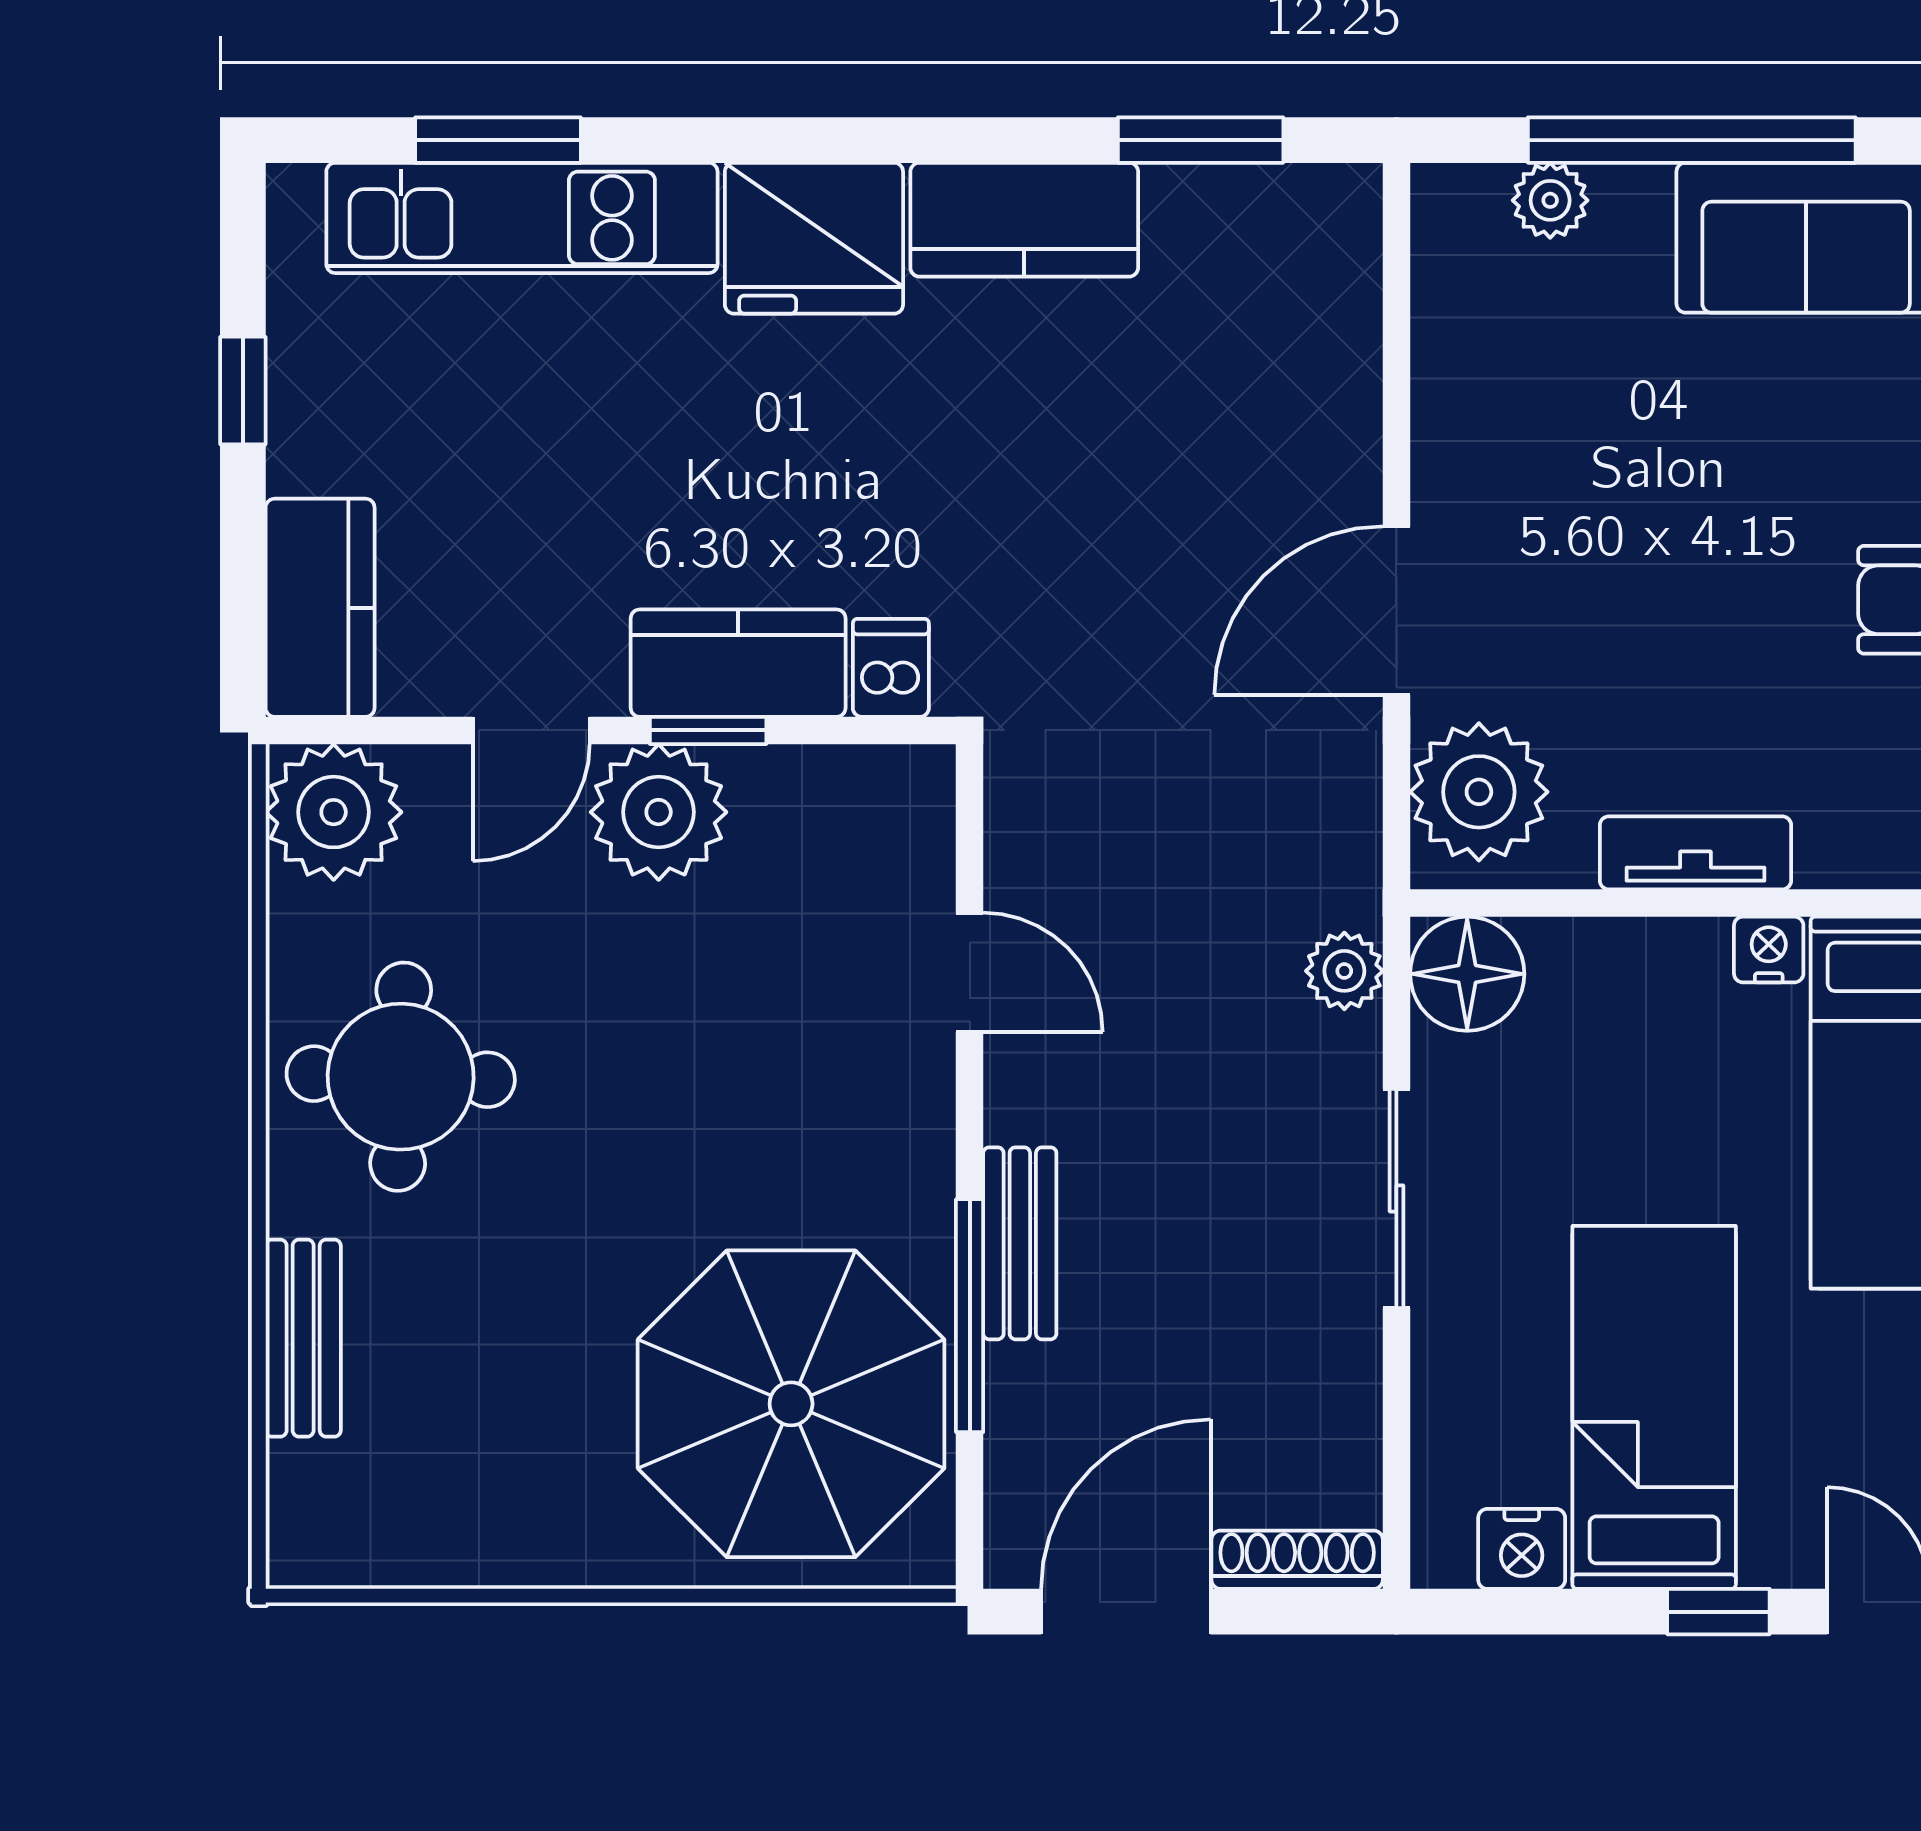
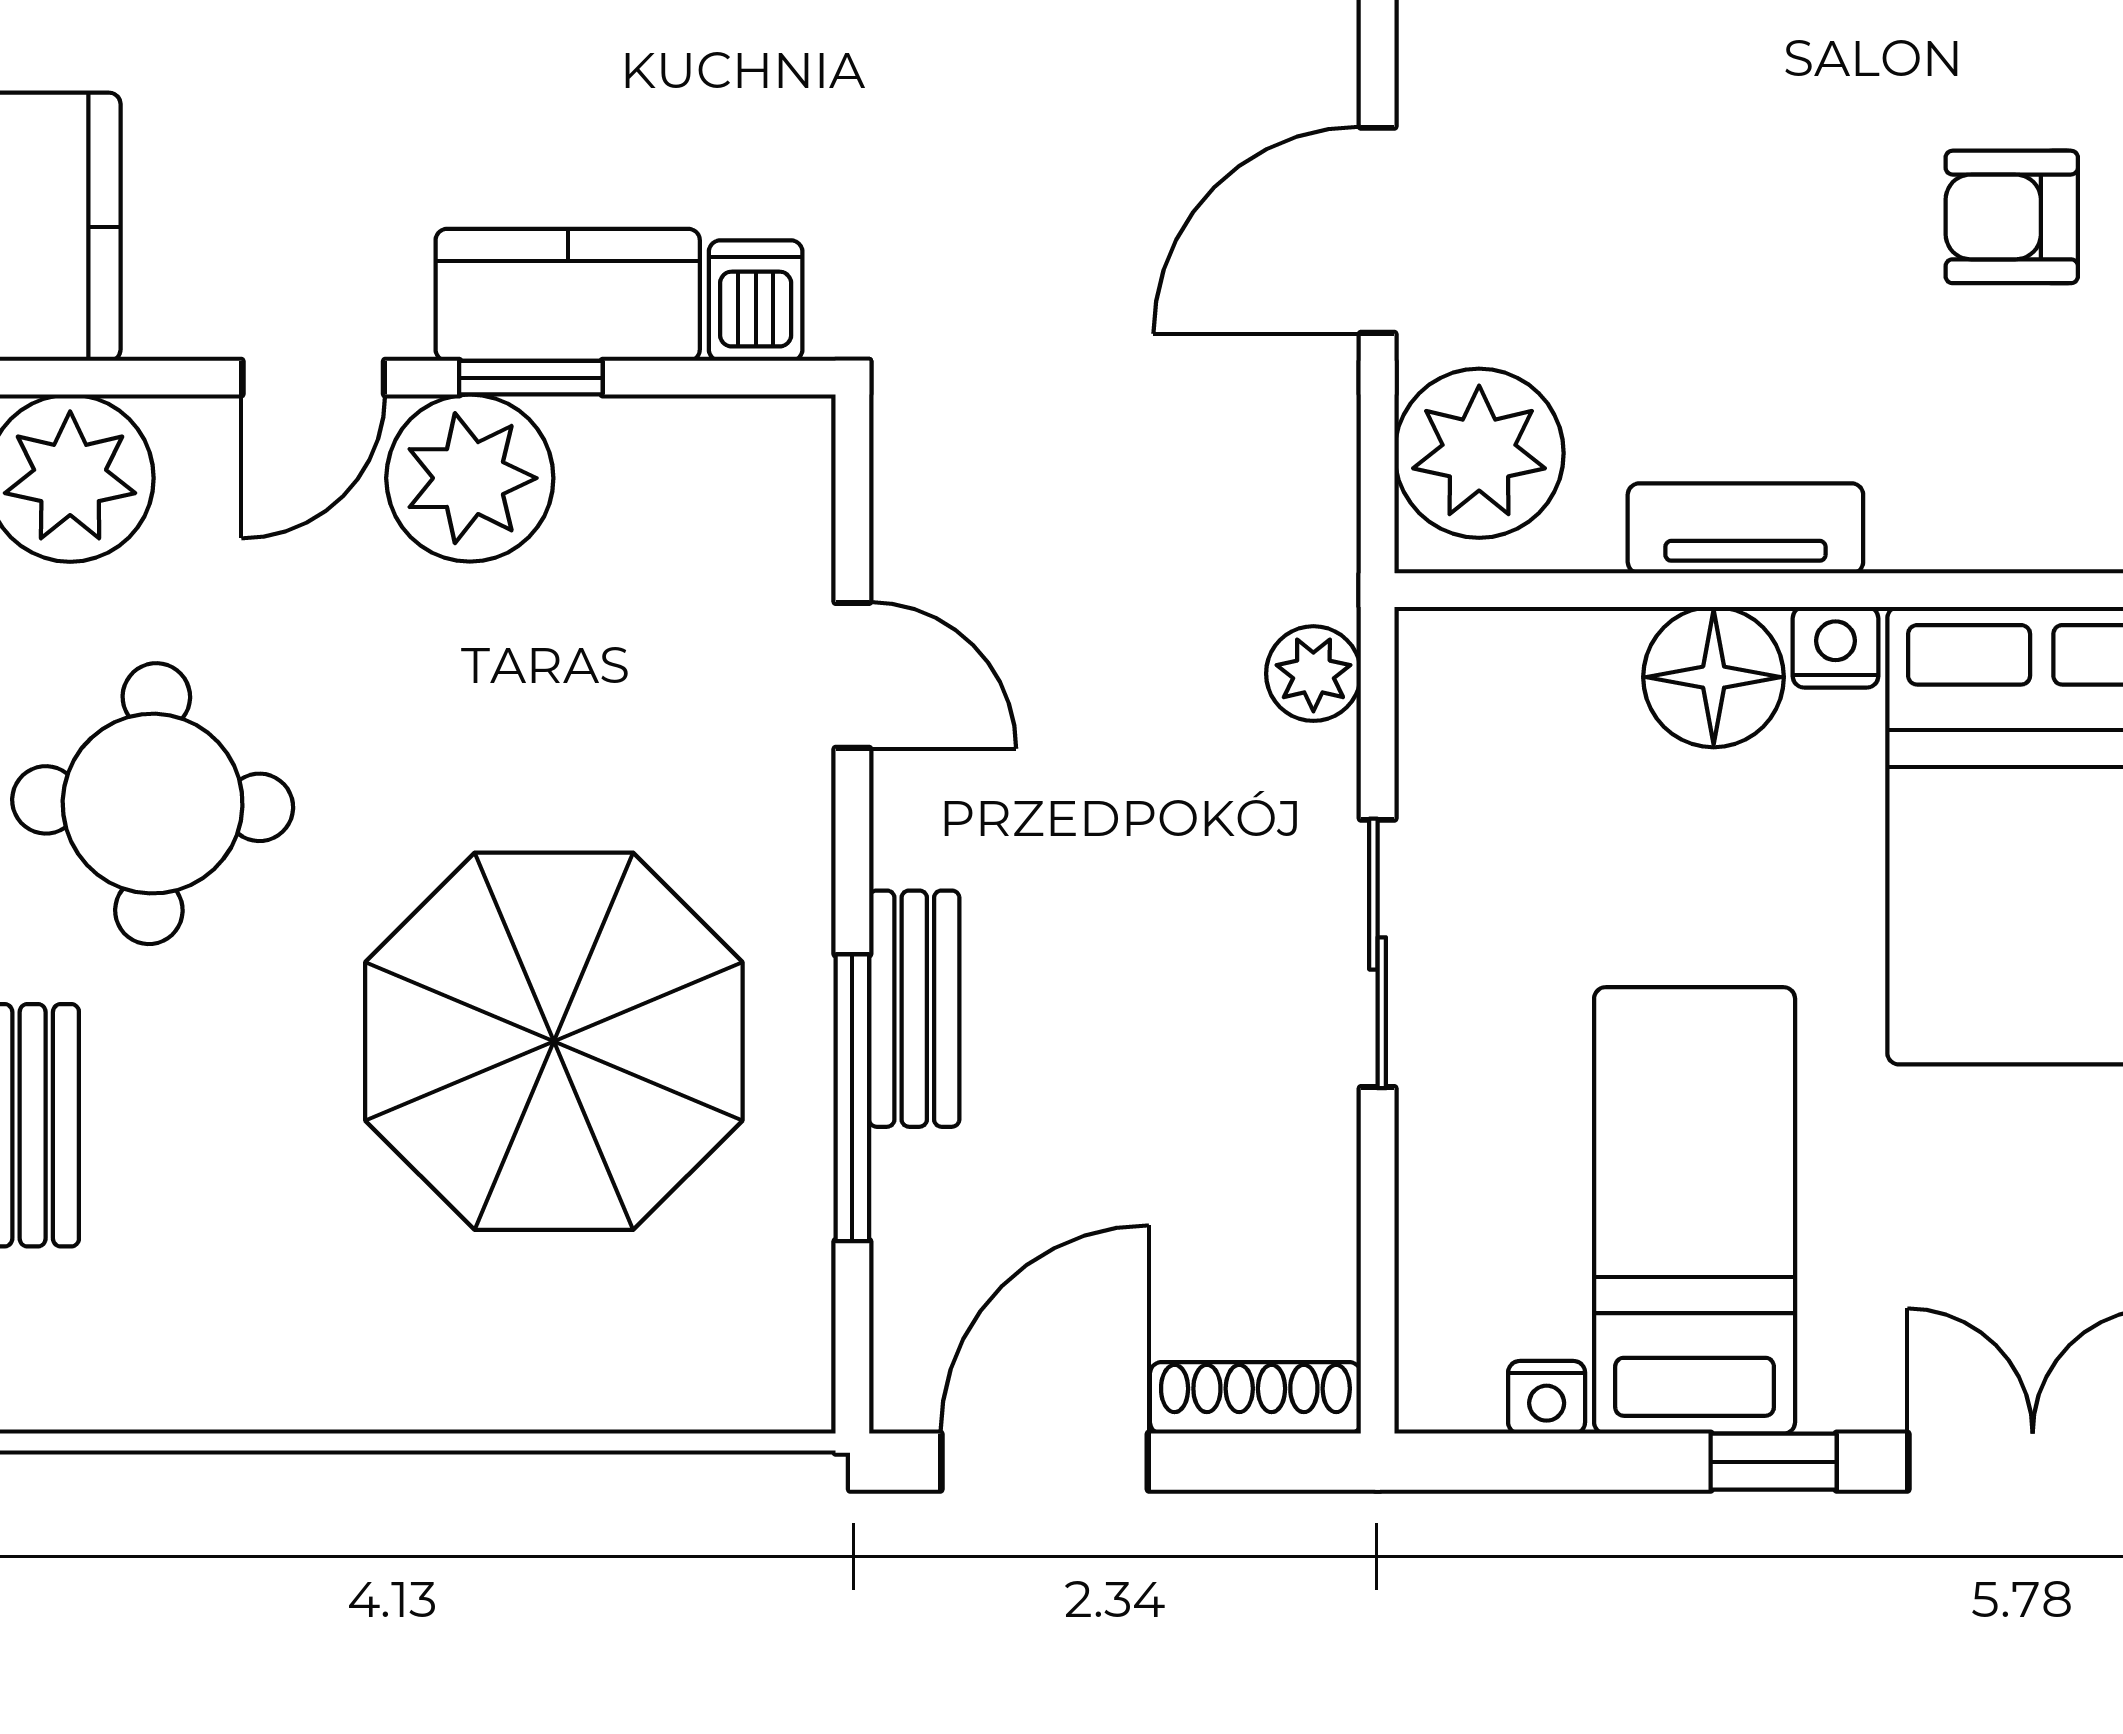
floor lamp: (1467, 974) -> (1714, 677), moved
parasol: (791, 1404) -> (554, 1041), moved
nightstand: (1522, 1549) -> (1547, 1397), width x0.72, depth x0.74

